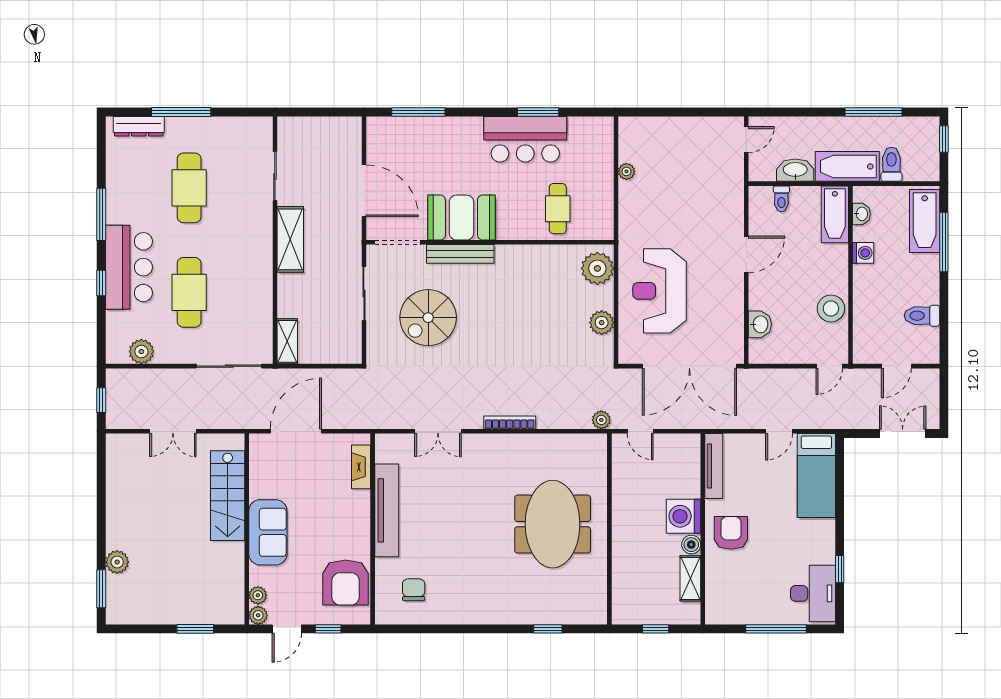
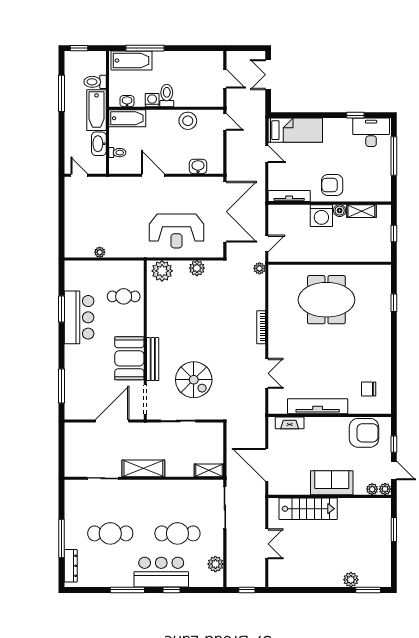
toilet: (922, 316) -> (167, 95), moved, turned 180

